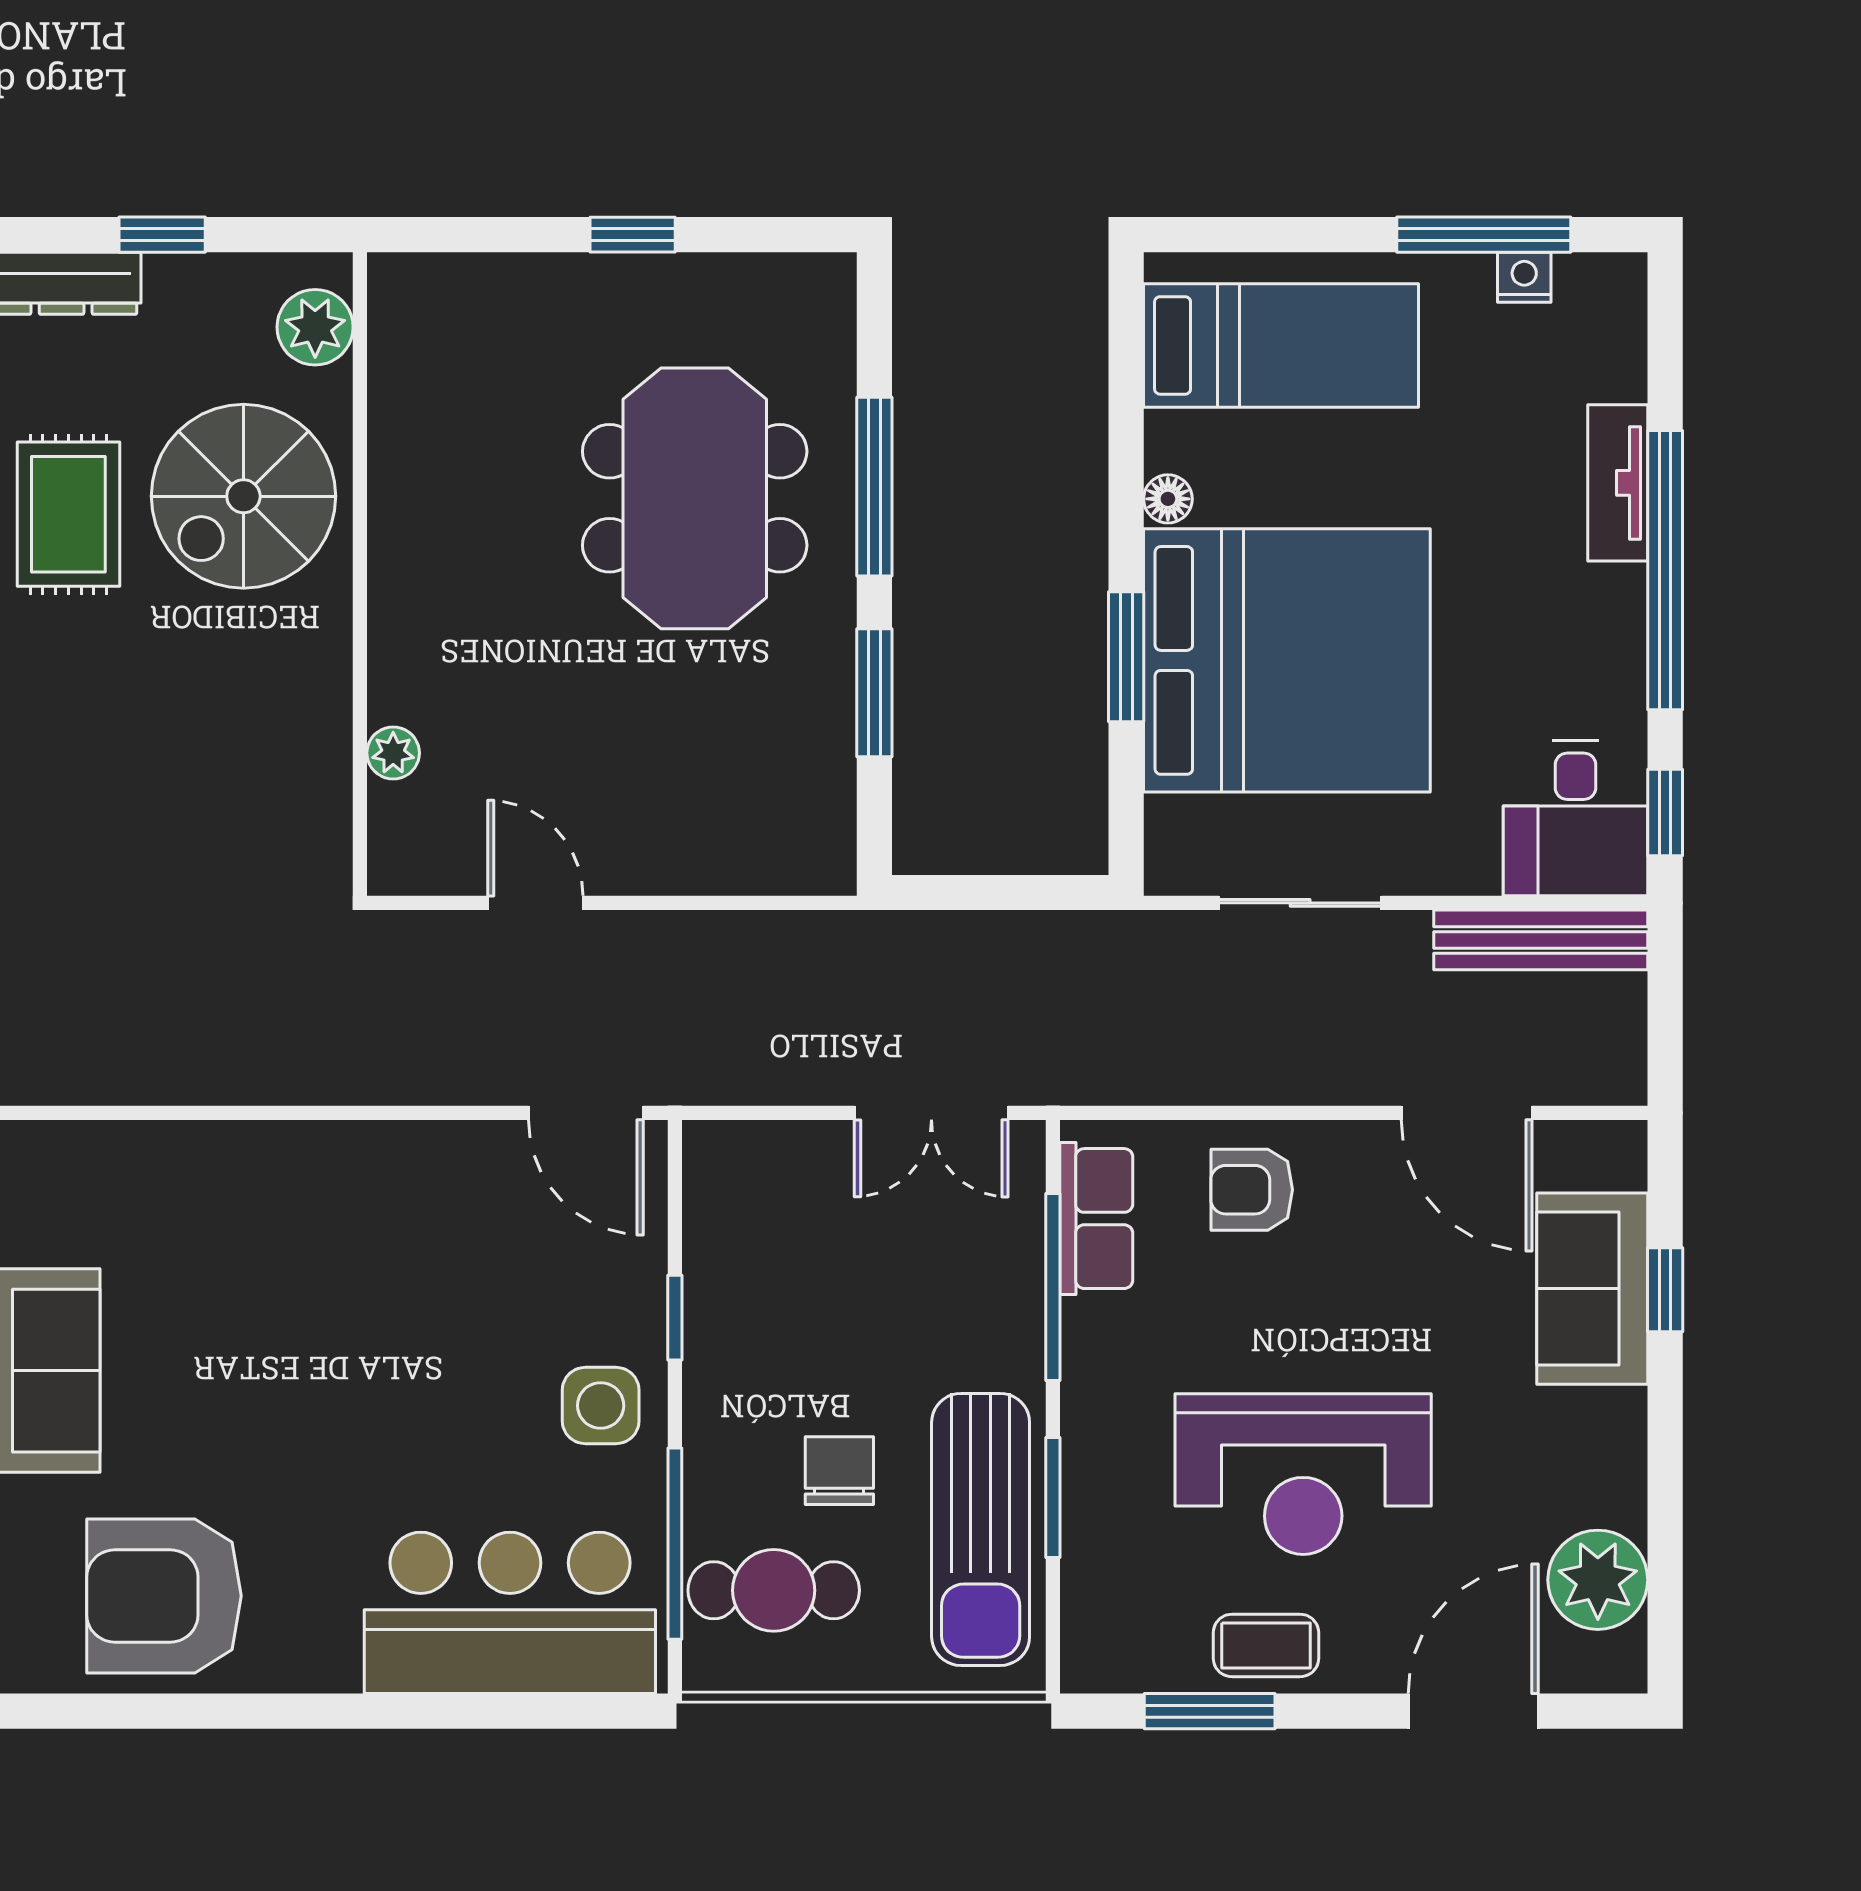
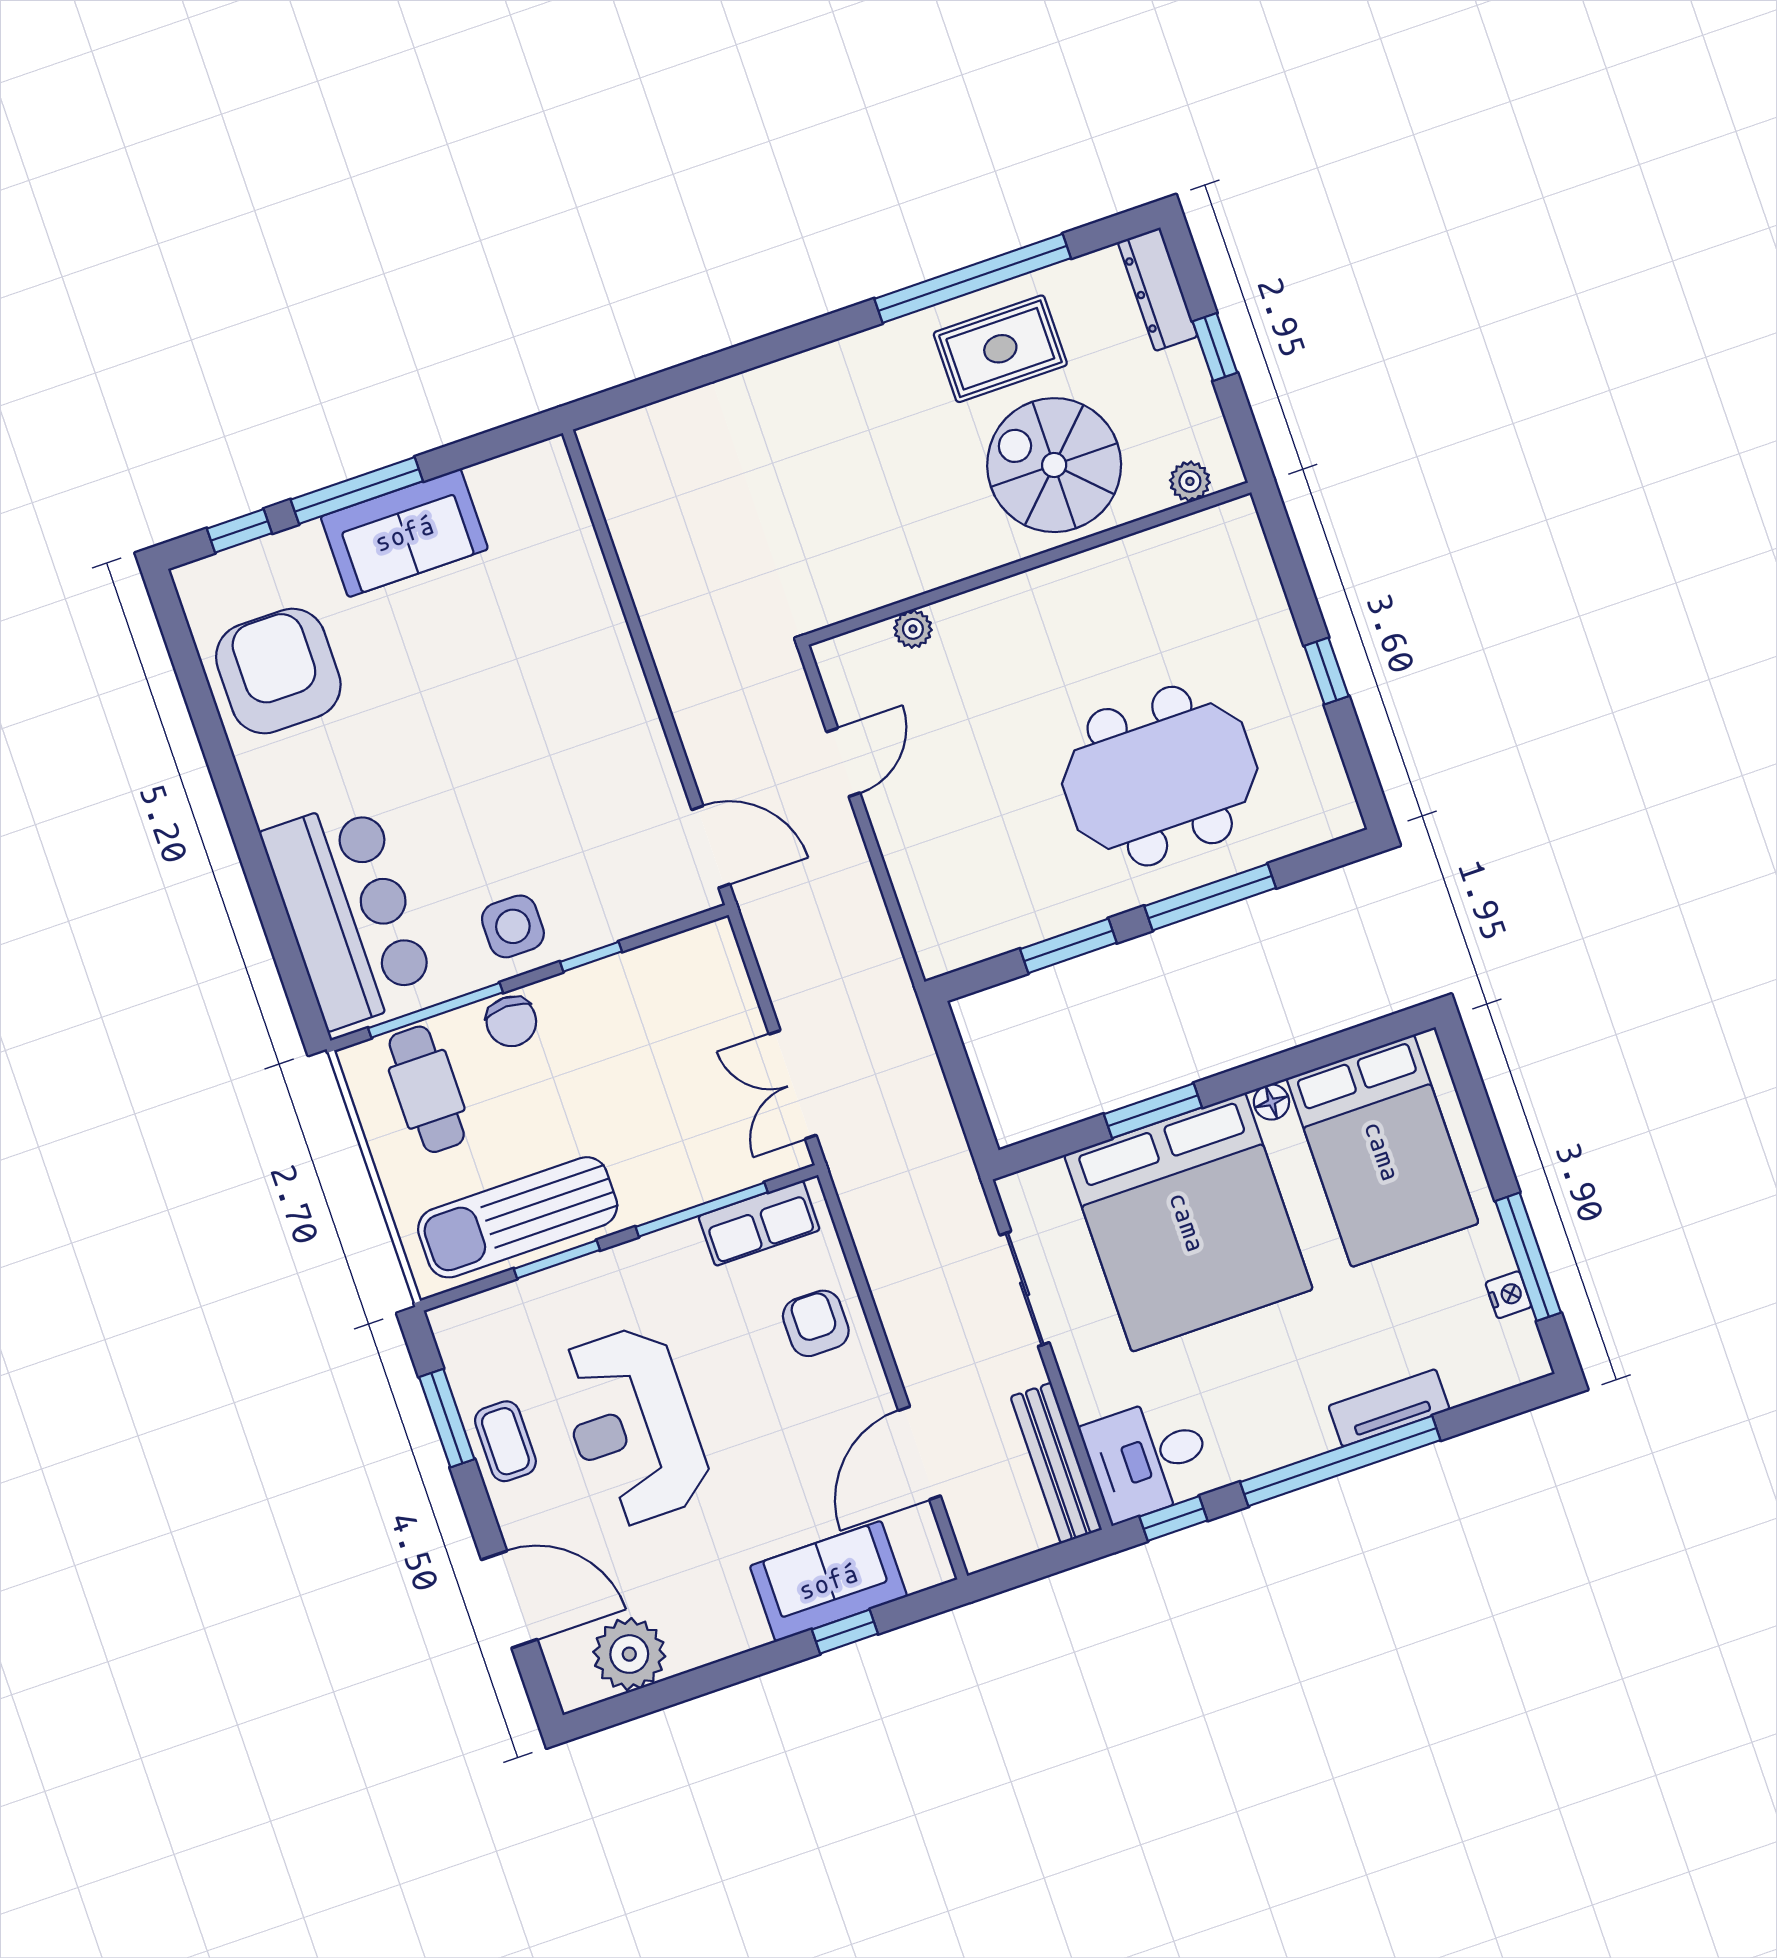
plant: (315, 327) -> (1190, 481), width x0.73, depth x0.73
bed: (1281, 345) -> (1383, 1151), width x1.50
door: (586, 1113) -> (711, 847), swing flipped
chair: (839, 1471) -> (511, 1021), moved, turned 90

